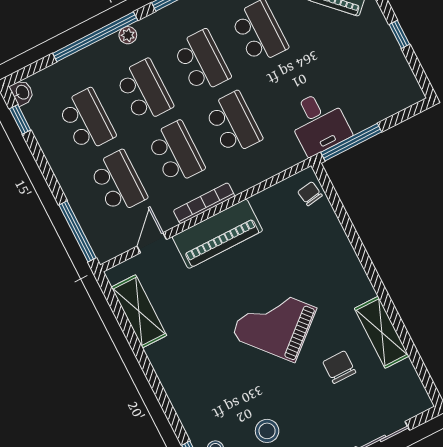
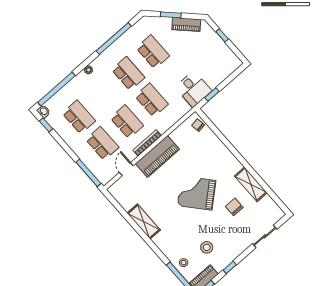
window: (95, 37) -> (56, 89), moved
school desk: (144, 91) -> (104, 95), removed
window: (351, 142) -> (212, 95), width x0.46
shelving: (139, 311) -> (144, 222), moved

